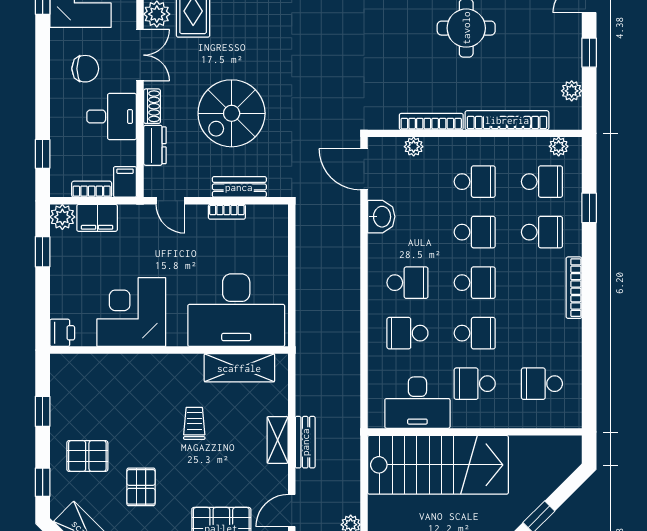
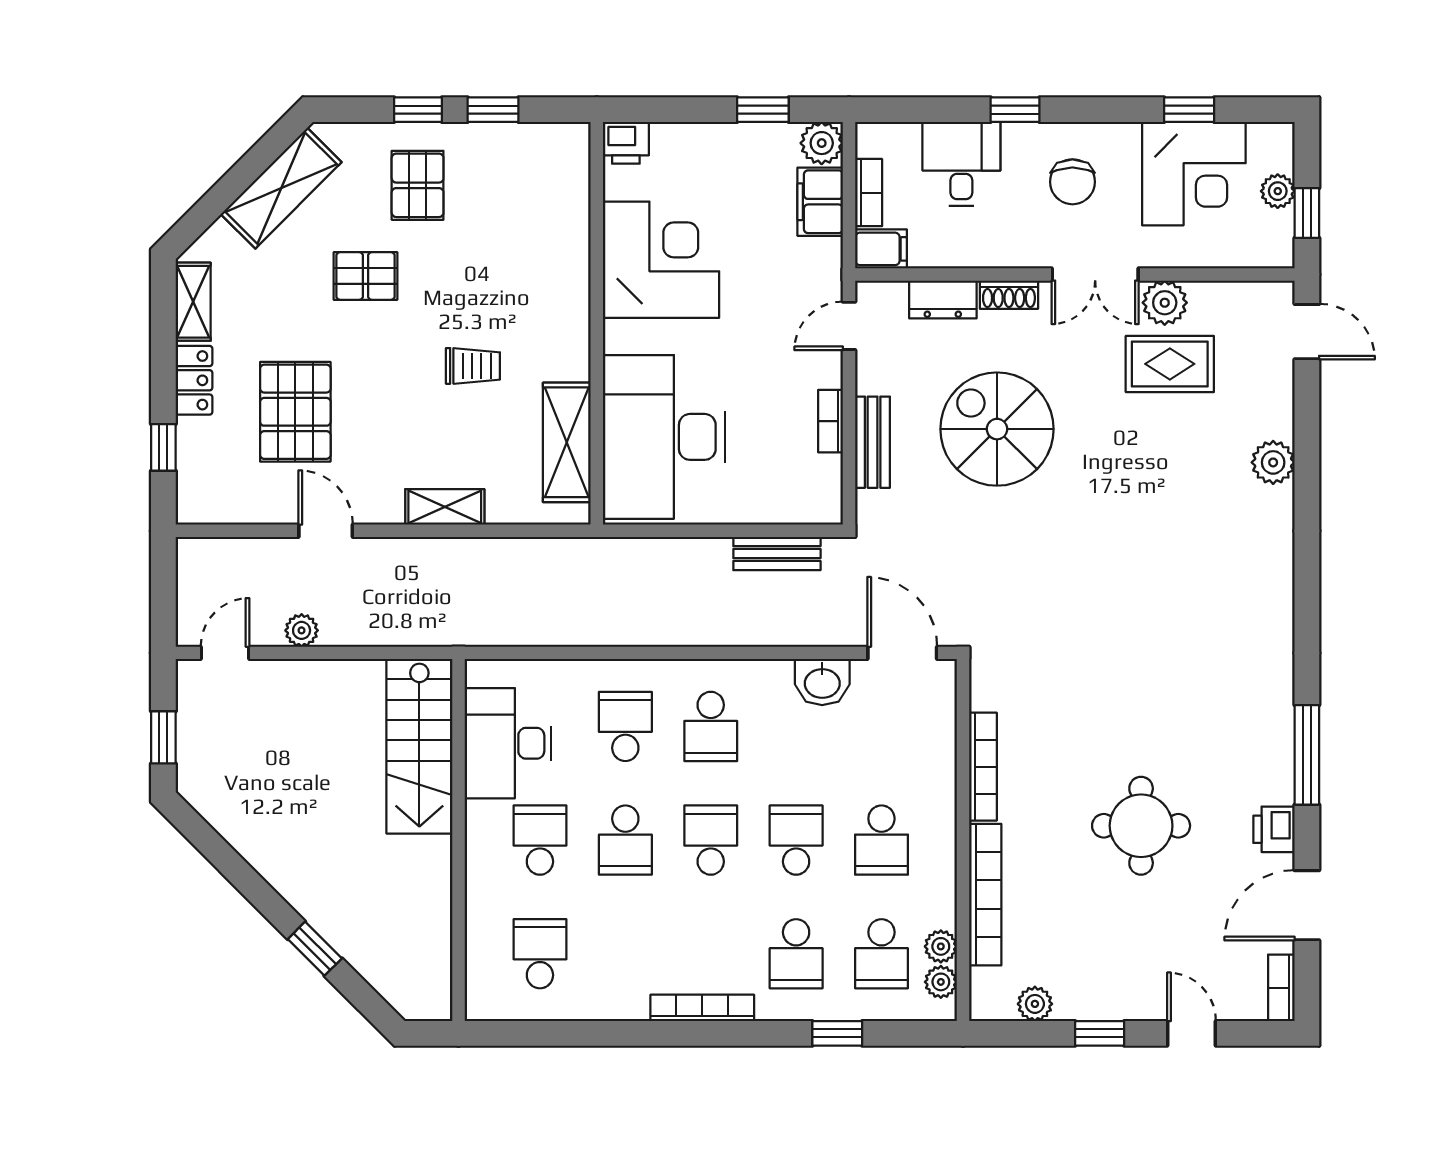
desk: (112, 116) -> (961, 164), moved, turned 180
plant: (414, 147) -> (941, 946), moved
window: (43, 154) -> (1015, 110), moved
door: (364, 169) -> (902, 653), hinge flipped
school desk: (475, 232) -> (796, 840), turned 180
school desk: (475, 283) -> (711, 840), turned 180
bench: (305, 442) -> (777, 554), moved
stairs: (438, 465) -> (419, 746), width x0.73, depth x0.66
window: (43, 482) -> (418, 110), moved

